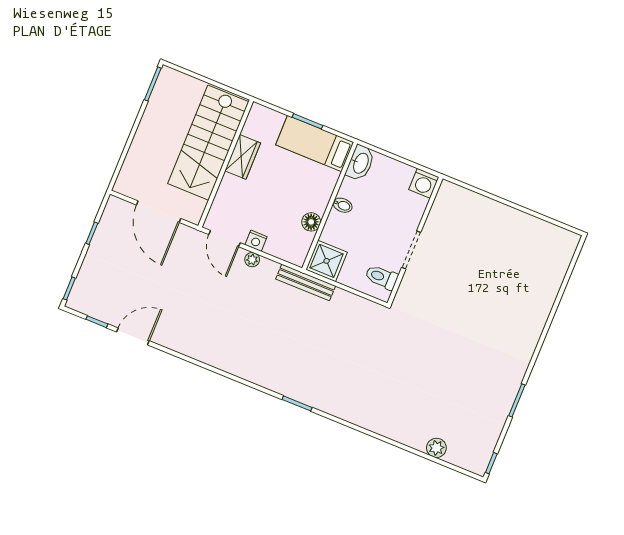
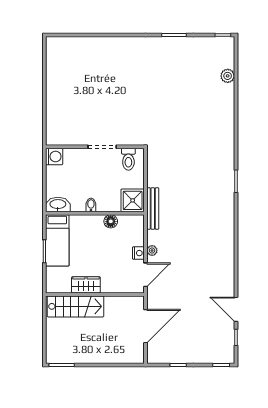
stairs: (208, 143) -> (76, 306), width x0.73, depth x0.66

